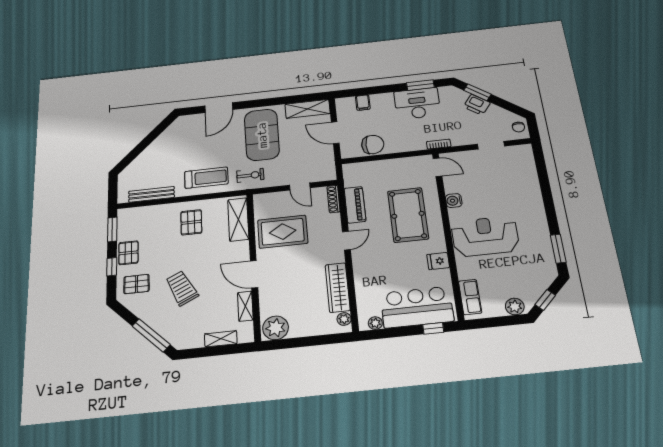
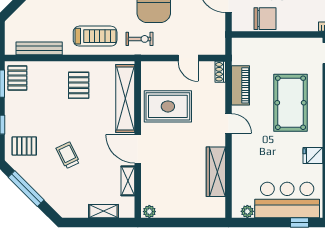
shoe rack: (334, 199) -> (220, 72), width x0.70
shelving: (238, 219) -> (125, 99), width x1.47
door: (346, 241) -> (229, 123), hinge flipped
pallet: (128, 253) -> (17, 78), moved
trolley: (182, 288) -> (68, 155), width x0.73, depth x0.72
plant: (344, 319) -> (219, 204), removed
plant: (276, 328) -> (149, 212), width x0.53, depth x0.53
window: (151, 335) -> (26, 189), moved

